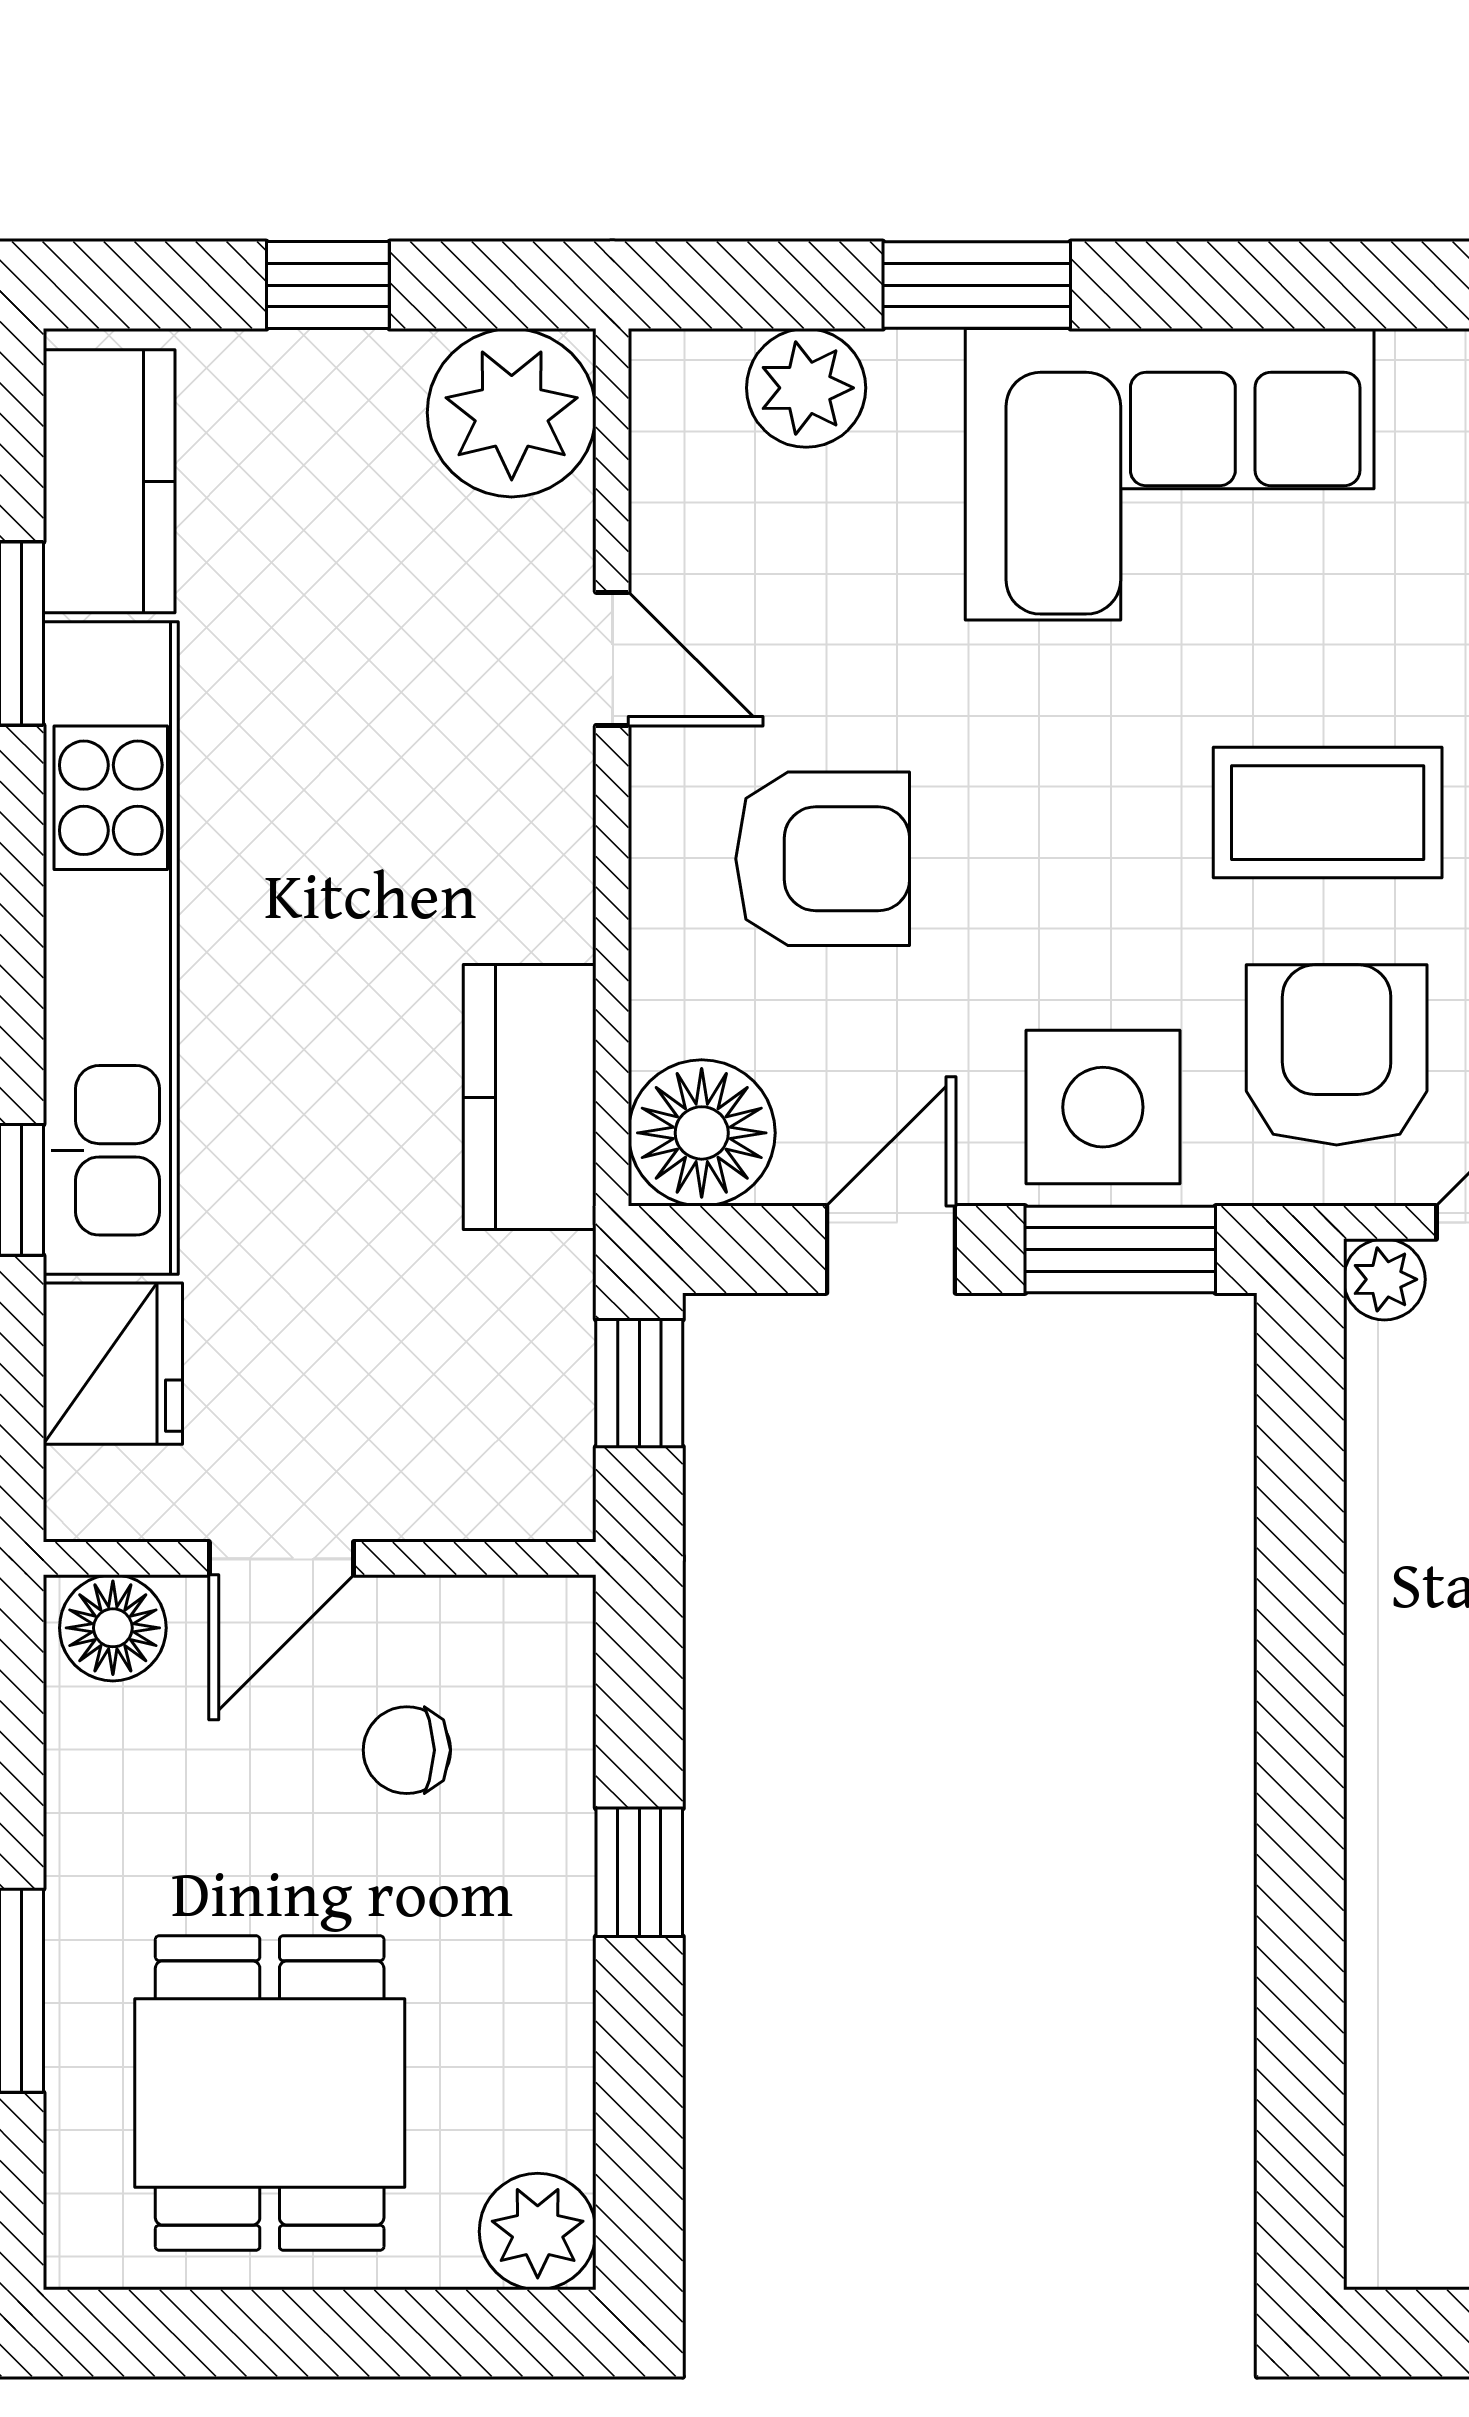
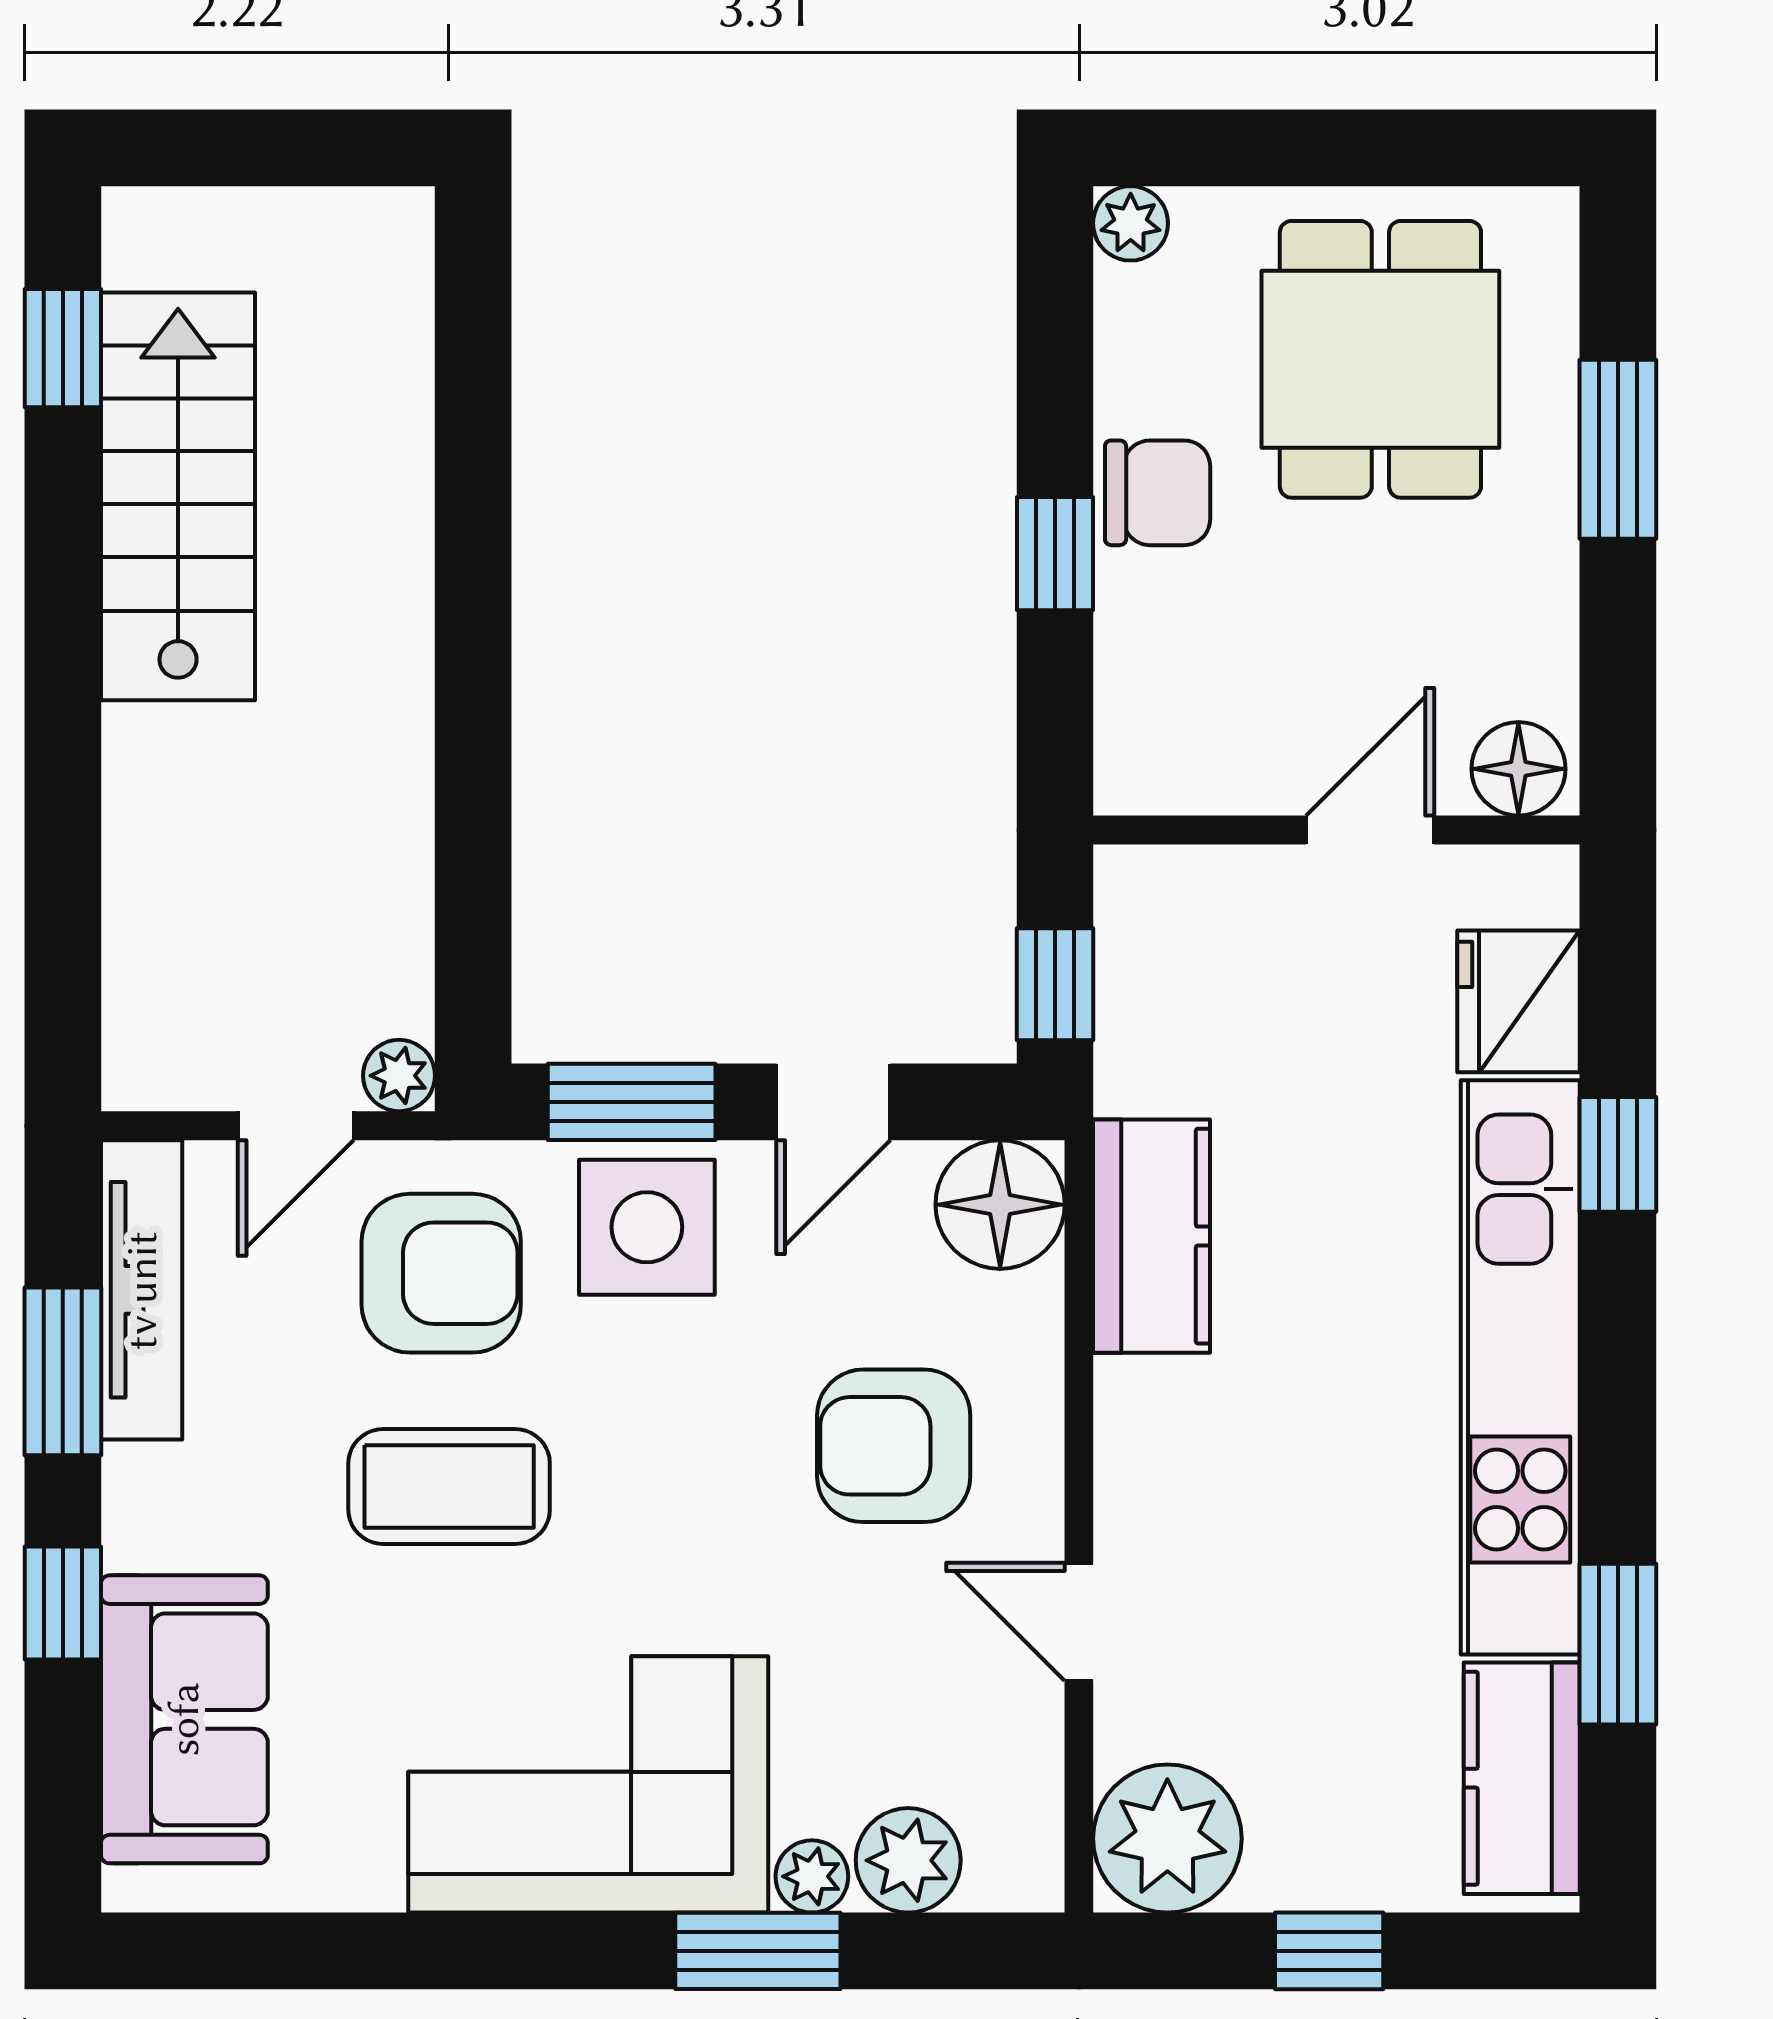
plant: (915, 370) -> (812, 1876), added
armchair: (1337, 1055) -> (441, 1273), turned -90
chair: (407, 1750) -> (1158, 493), moved, width x1.37, depth x1.37
plant: (538, 2231) -> (1131, 223), width x0.73, depth x0.73

